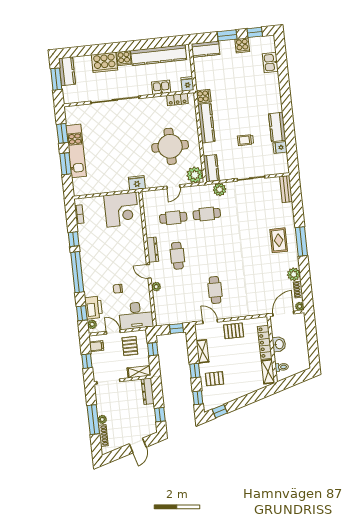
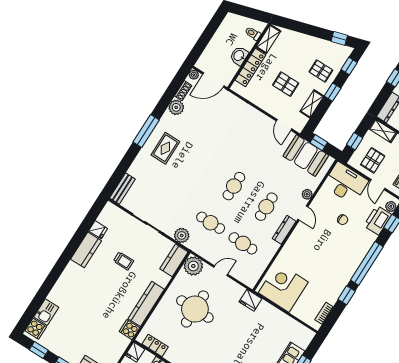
cooker: (242, 45) -> (36, 329), moved, turned 90
cafe table: (215, 290) -> (234, 186), moved
booth: (178, 312) -> (306, 156), added
pallet: (234, 331) -> (286, 84), moved

